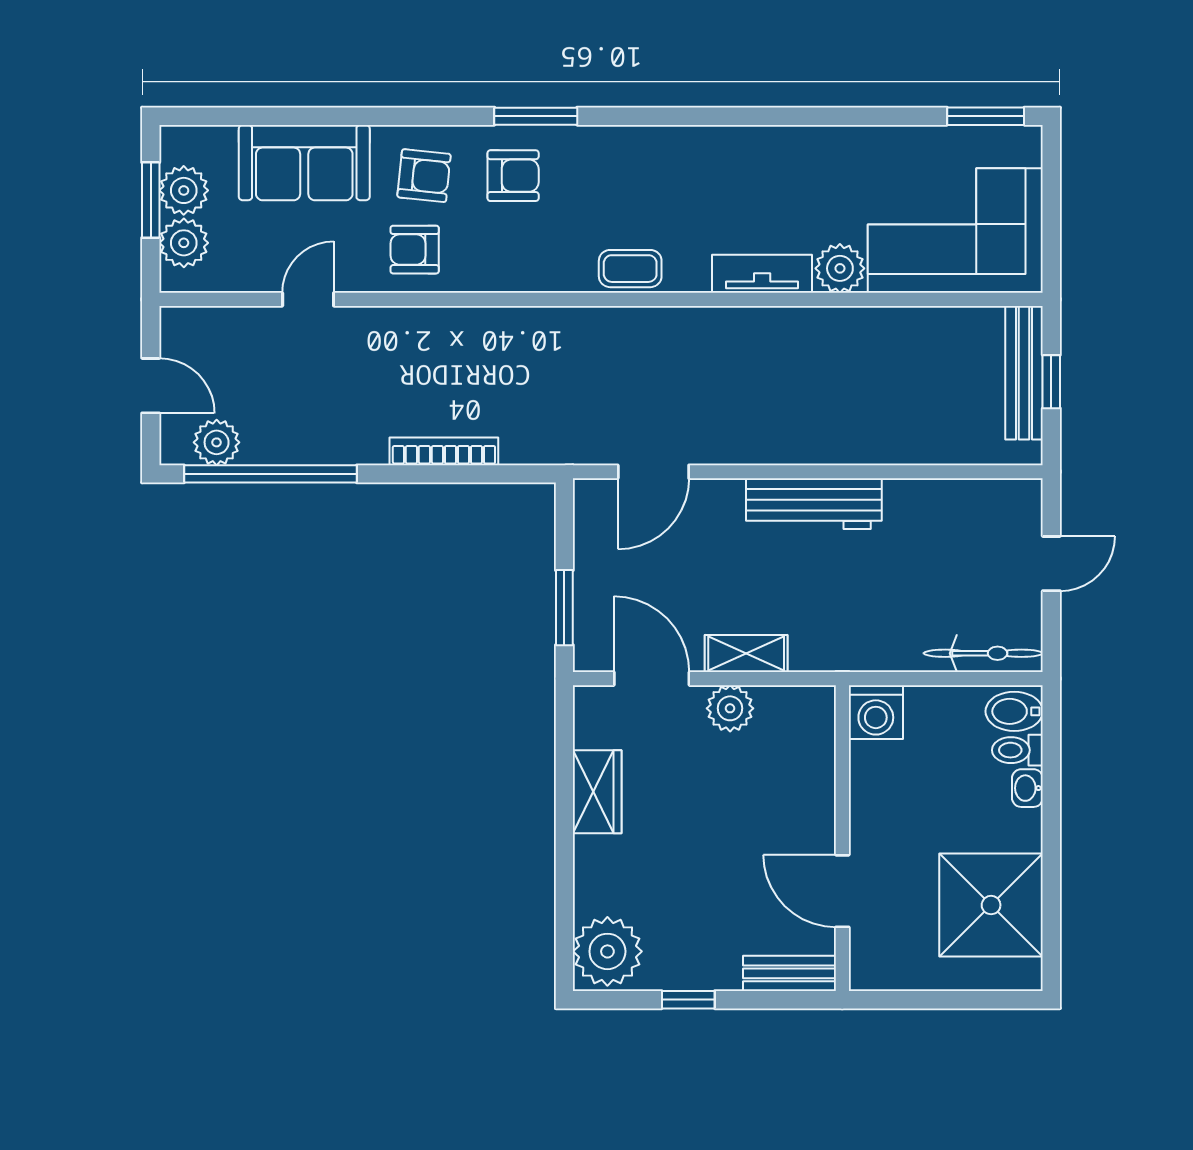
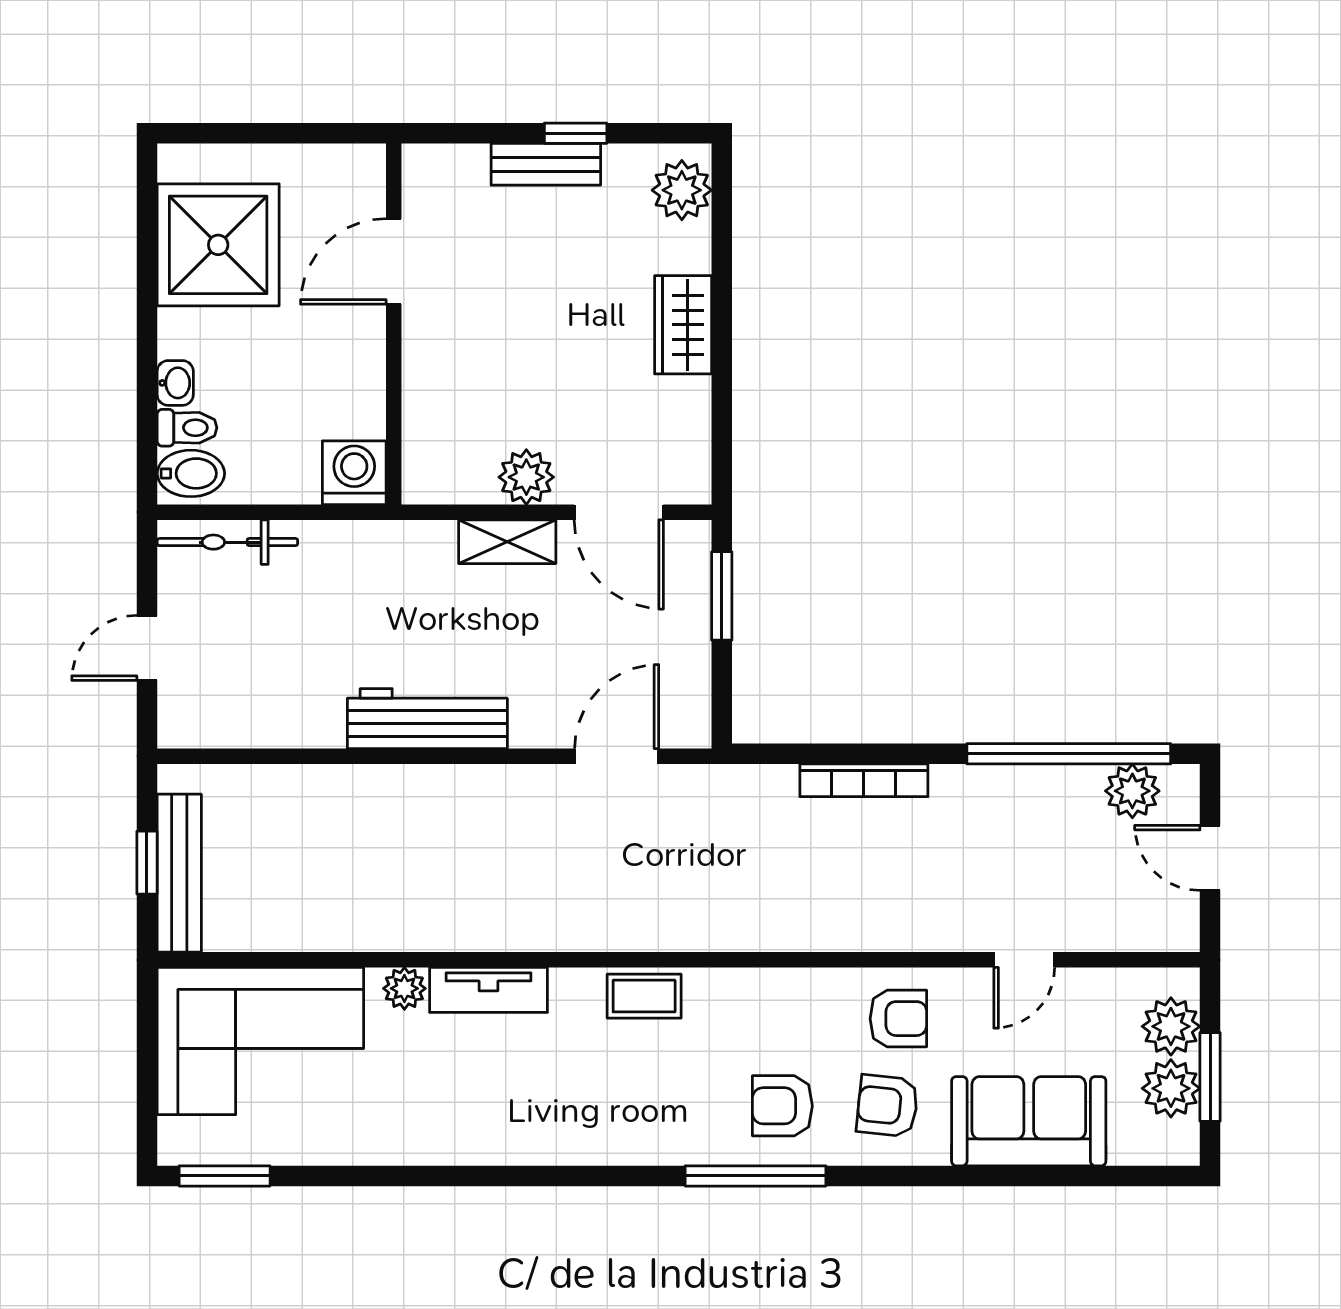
window: (536, 116) -> (755, 1176), width x1.44
plant: (840, 268) -> (404, 988), width x0.73, depth x0.73
wardrobe: (597, 792) -> (683, 325), moved
door: (842, 891) -> (394, 261), swing flipped
plant: (607, 951) -> (682, 190), width x0.73, depth x0.73
bench: (790, 973) -> (546, 164), moved

